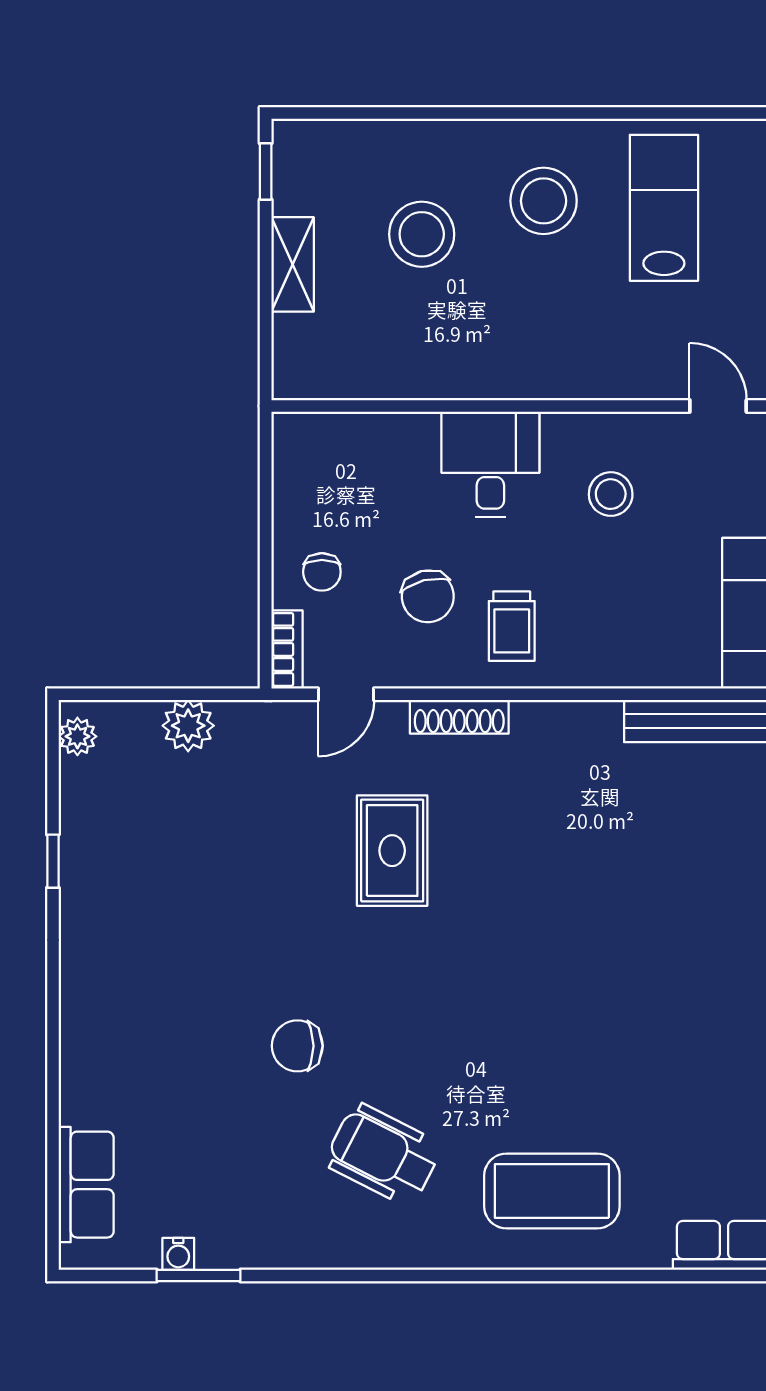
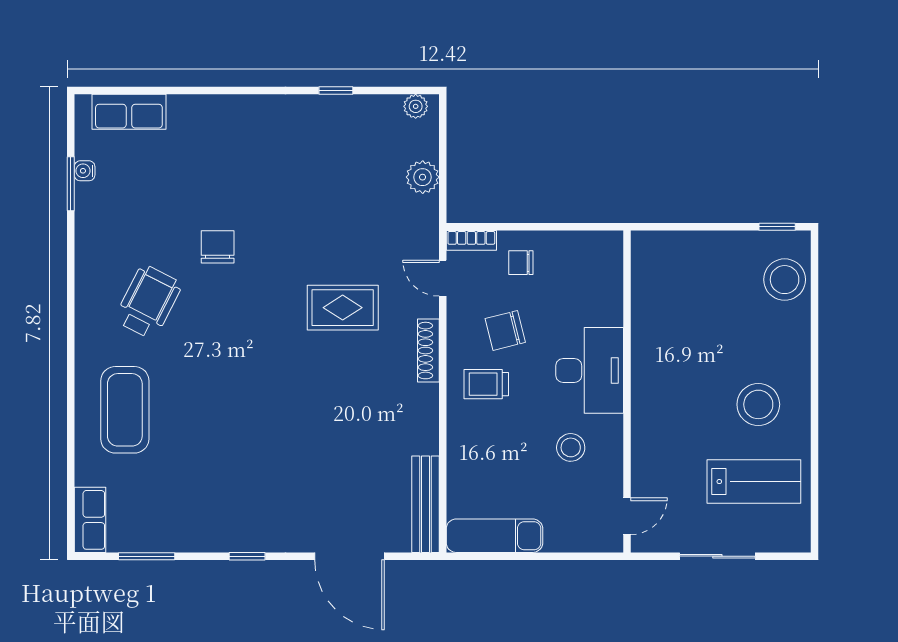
stool: (422, 234) -> (785, 280), moved
shelving: (293, 264) -> (718, 244), removed
desk: (490, 464) -> (590, 370), width x1.37

